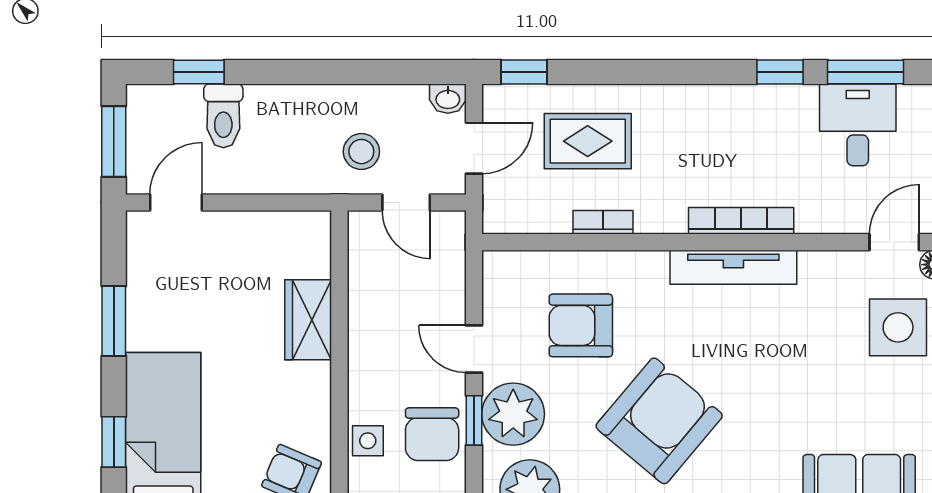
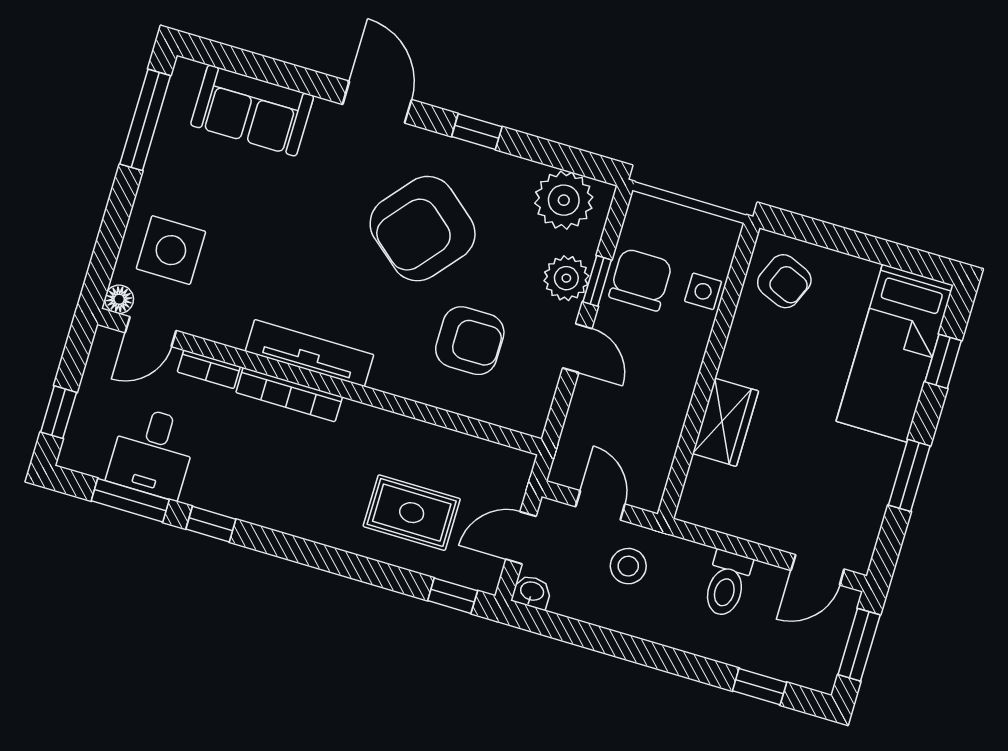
toilet: (223, 116) -> (727, 584), moved, turned 180
bookcase: (603, 222) -> (209, 369), moved
plant: (513, 414) -> (566, 278), width x0.73, depth x0.73

